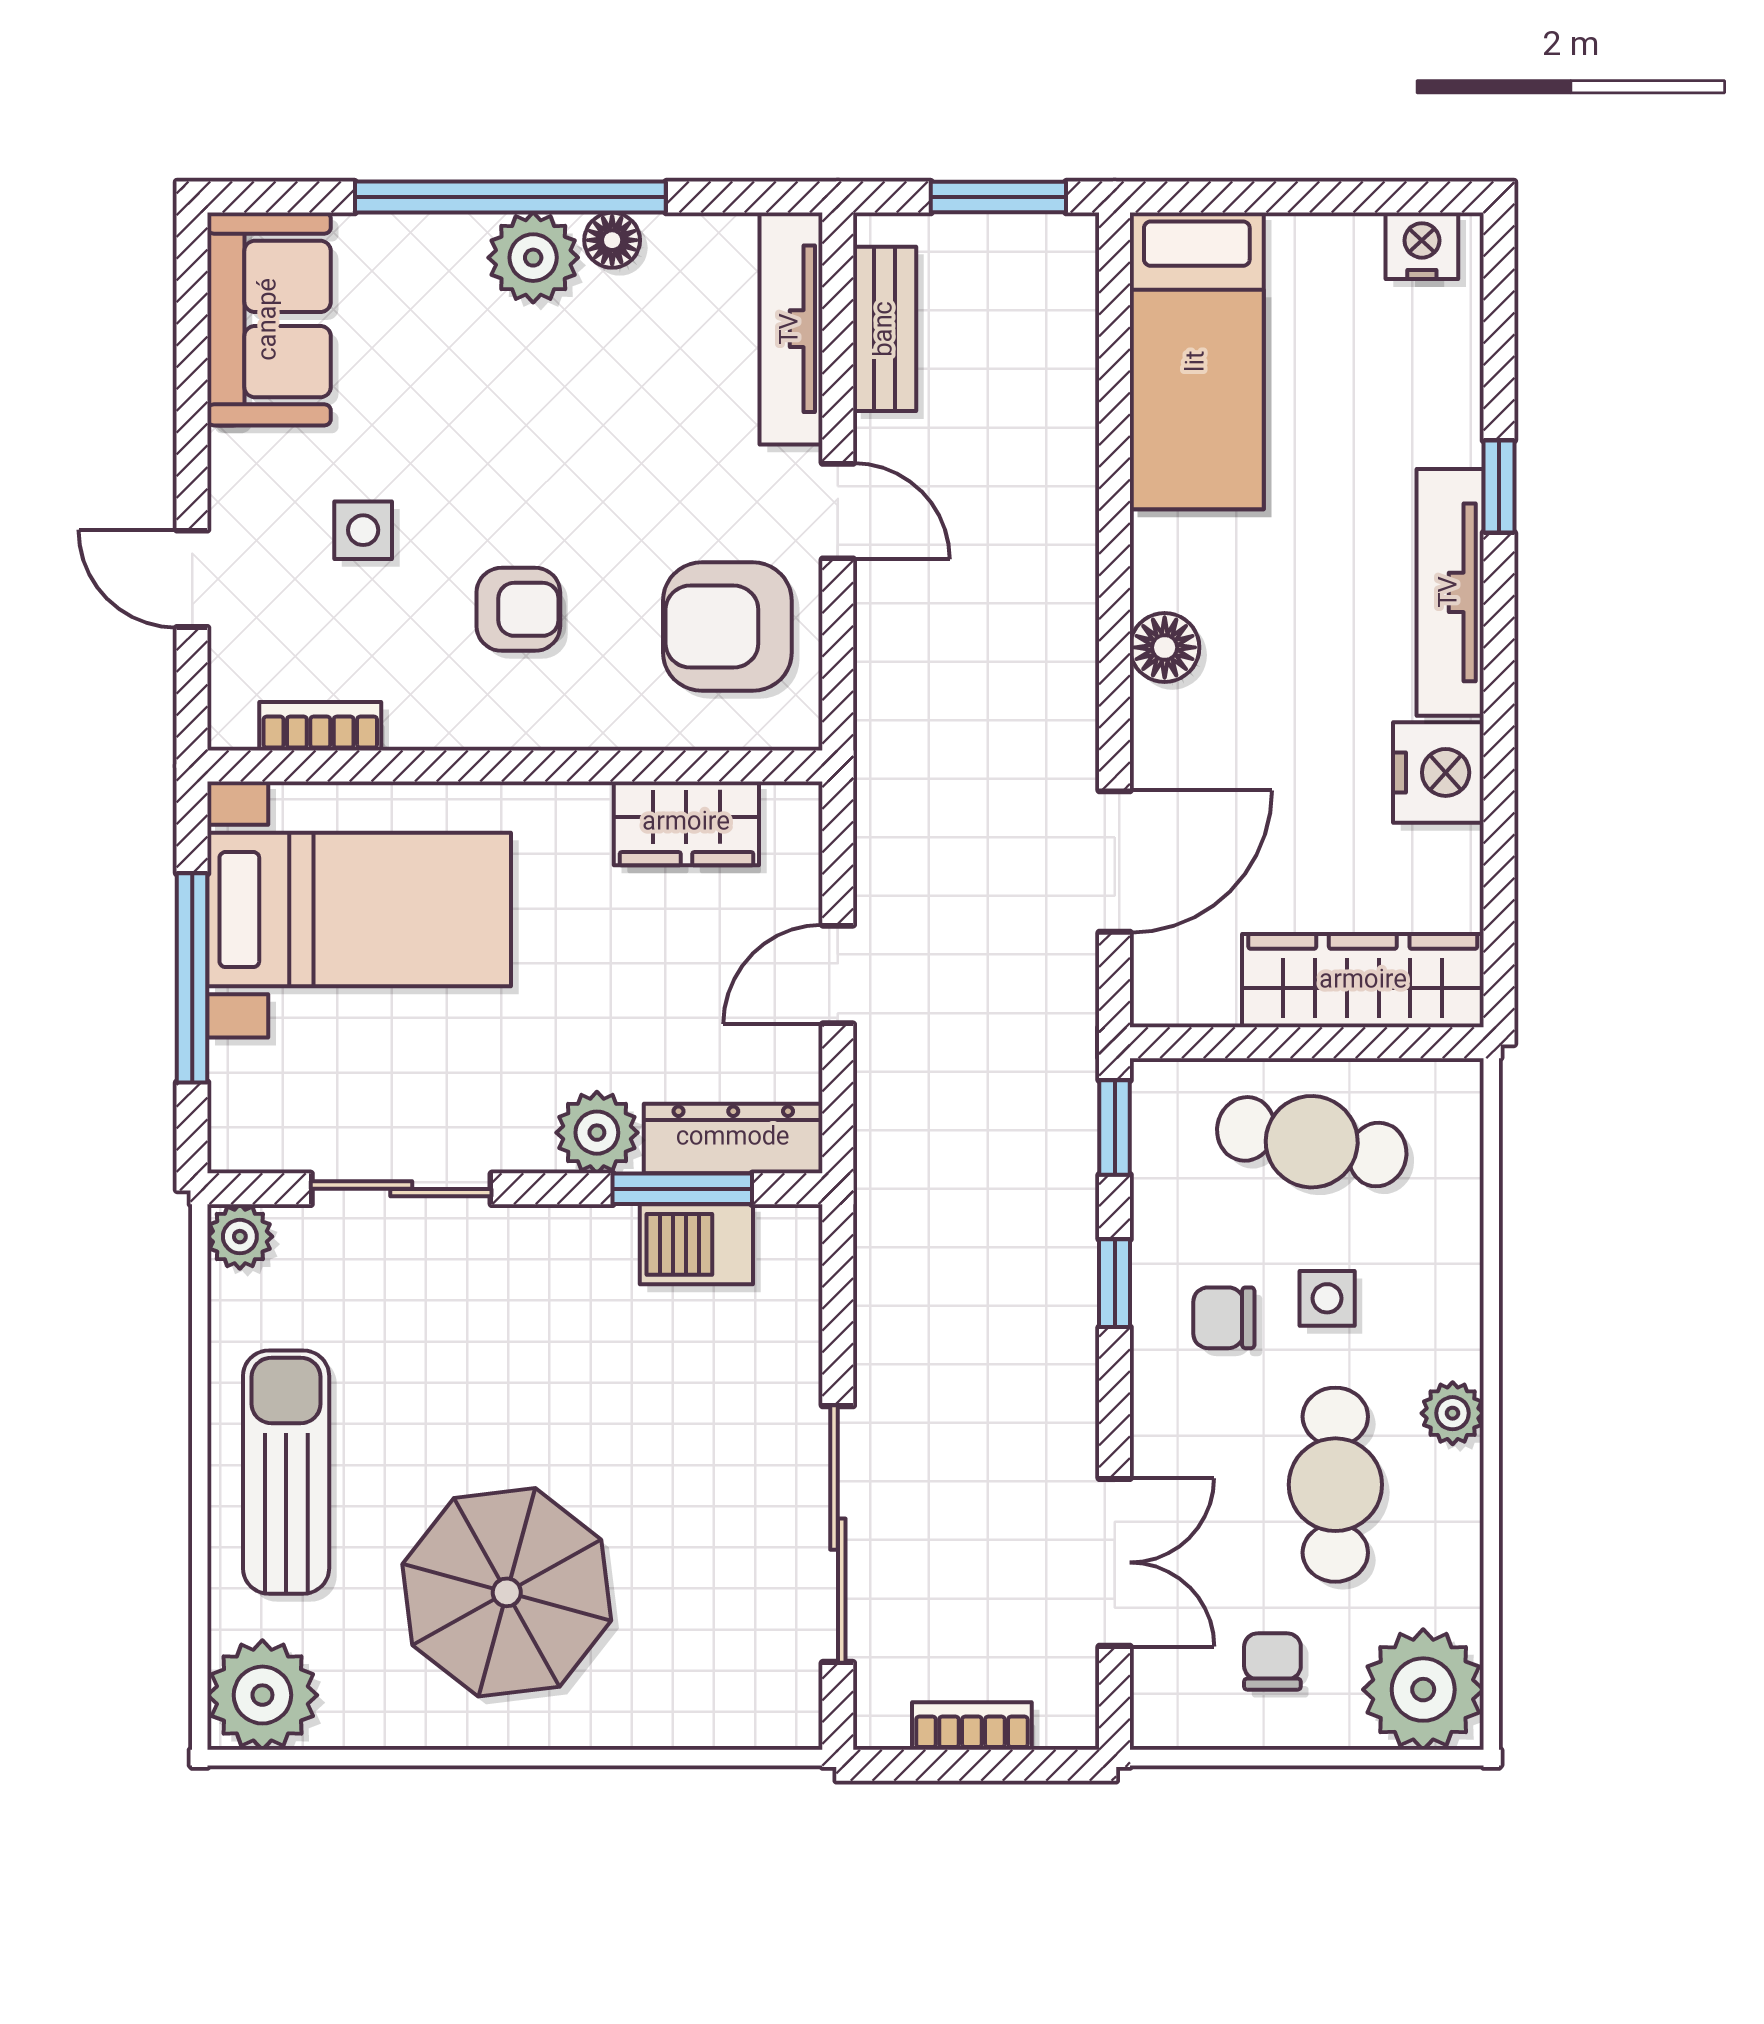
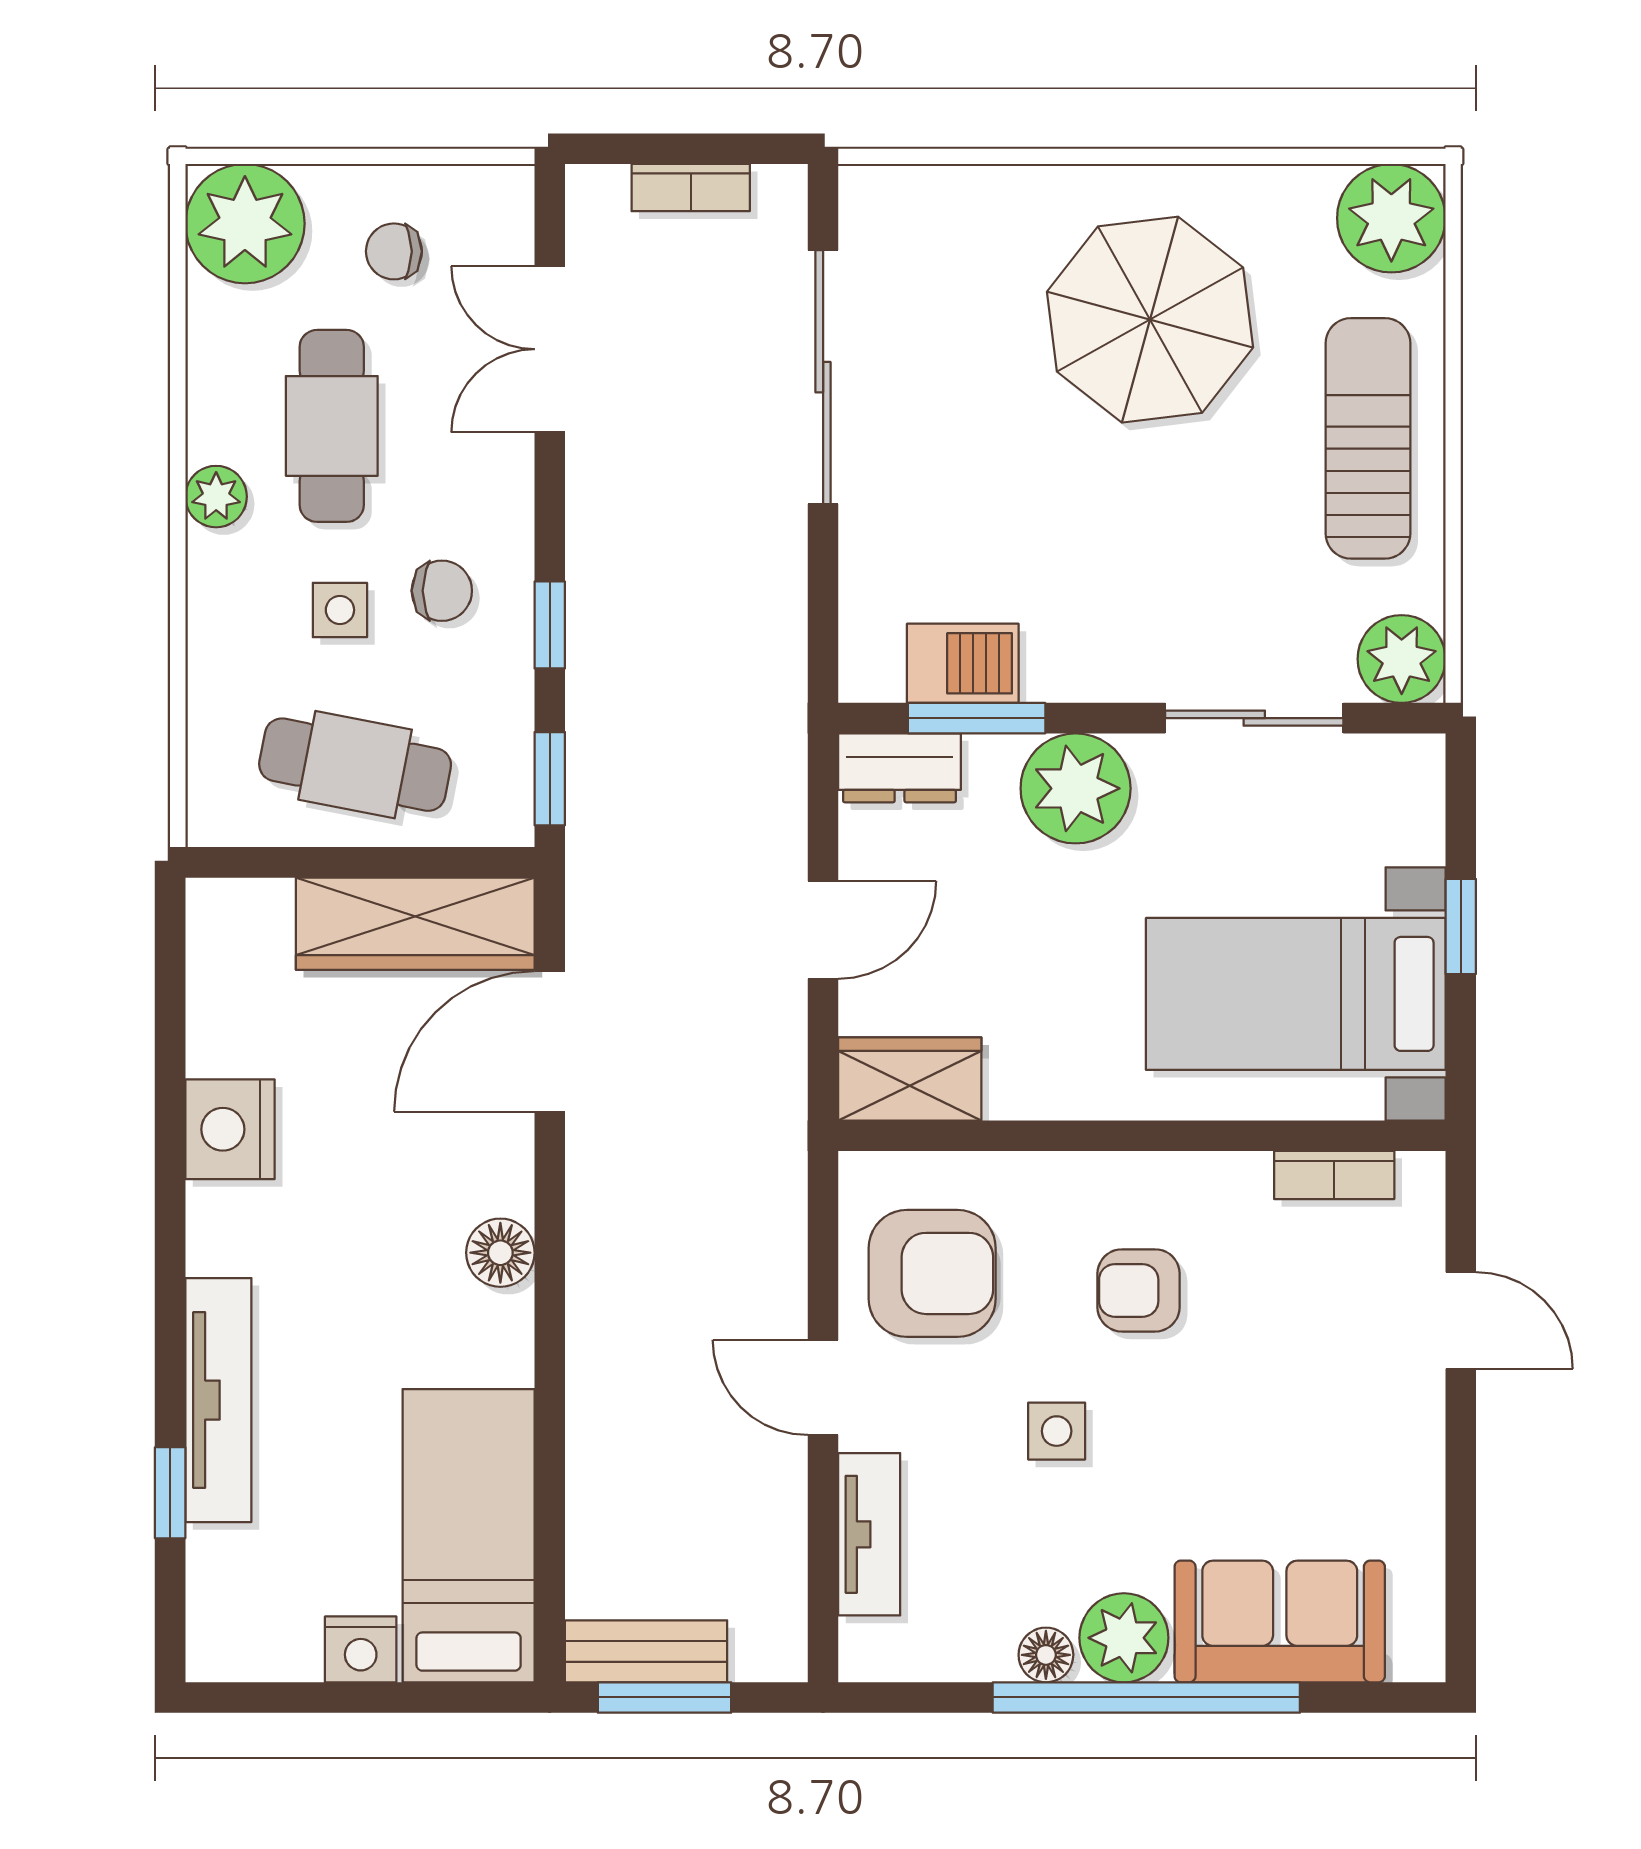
nightstand: (1422, 246) -> (361, 1649), moved
sofa: (269, 319) -> (1280, 1621), moved, turned 90
tv unit: (791, 329) -> (869, 1534), width x0.71
bench: (885, 329) -> (646, 1651), moved, turned 90
window: (1499, 487) -> (170, 1493), moved
side table: (363, 530) -> (1057, 1431), moved
tv unit: (1450, 592) -> (218, 1400), moved
wardrobe: (686, 823) -> (910, 1079), moved
window: (192, 978) -> (1461, 926), width x0.46
wardrobe: (1363, 981) -> (415, 924), moved
plant: (597, 1133) -> (1076, 788), width x1.36, depth x1.36
dresser: (733, 1138) -> (900, 768), width x0.70
plant: (240, 1237) -> (1402, 659), width x1.38, depth x1.38
sun lounger: (286, 1472) -> (1368, 438), turned 180
chair: (1272, 1661) -> (394, 251), turned 90

